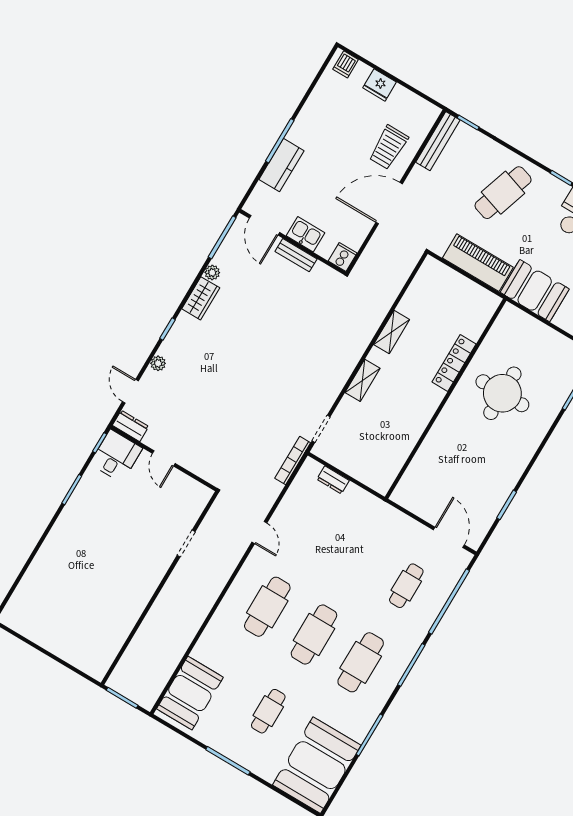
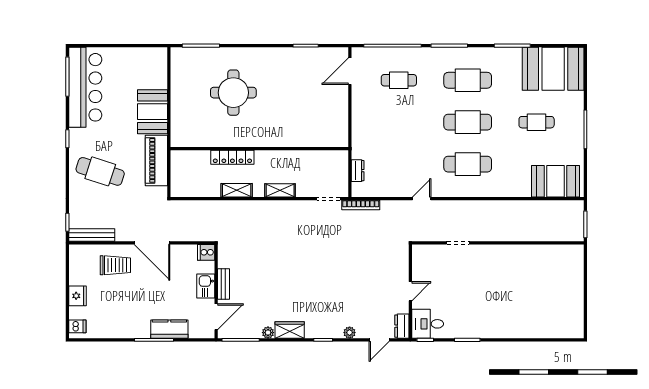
locker: (454, 363) -> (232, 157), moved
wall: (446, 399) -> (259, 149), moved

